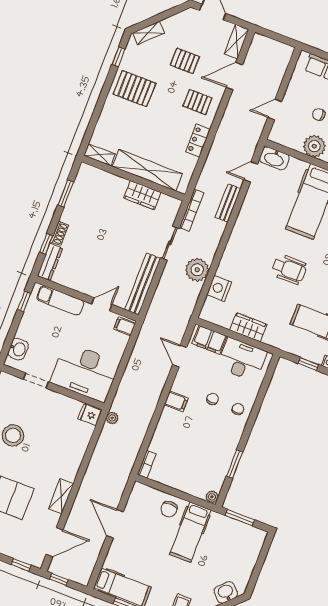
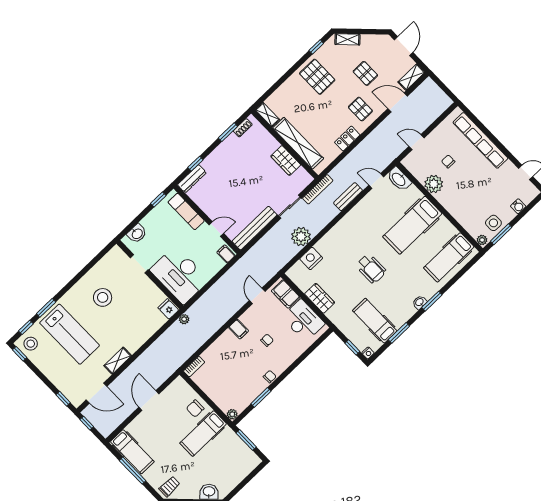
shoe rack: (59, 233) -> (243, 128), moved
chair: (238, 409) -> (270, 377), moved

